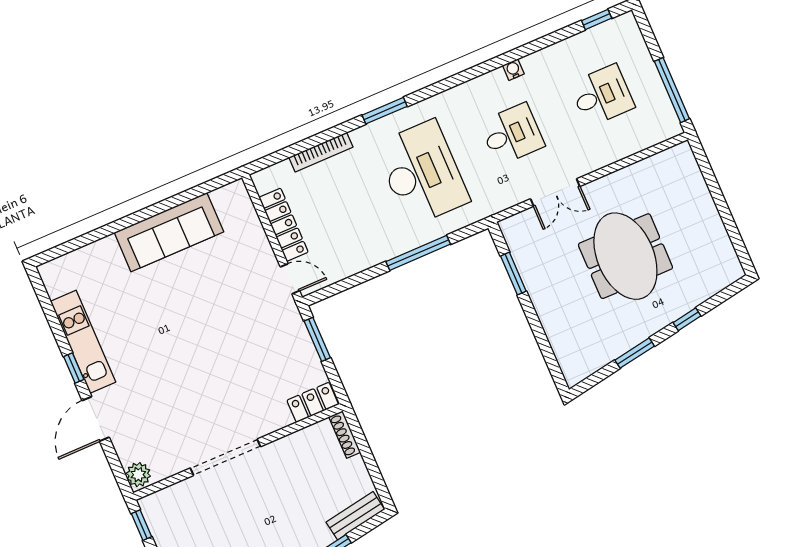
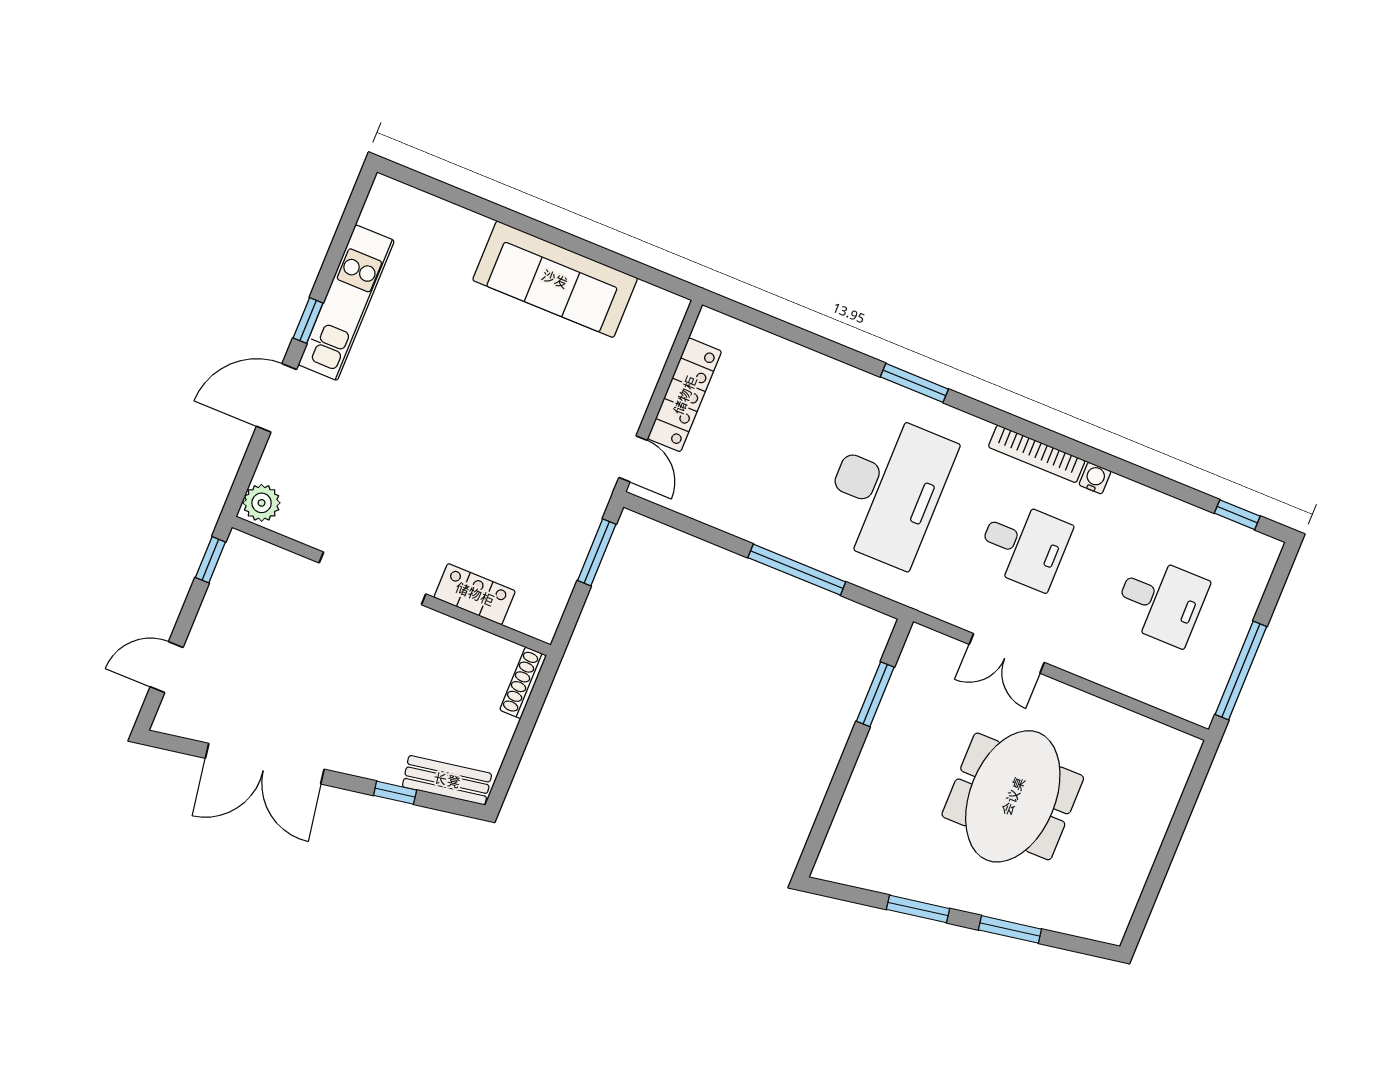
bookcase: (321, 152) -> (1037, 454), moved
window: (687, 319) -> (1010, 929), width x1.50
locker: (313, 402) -> (475, 594), moved

